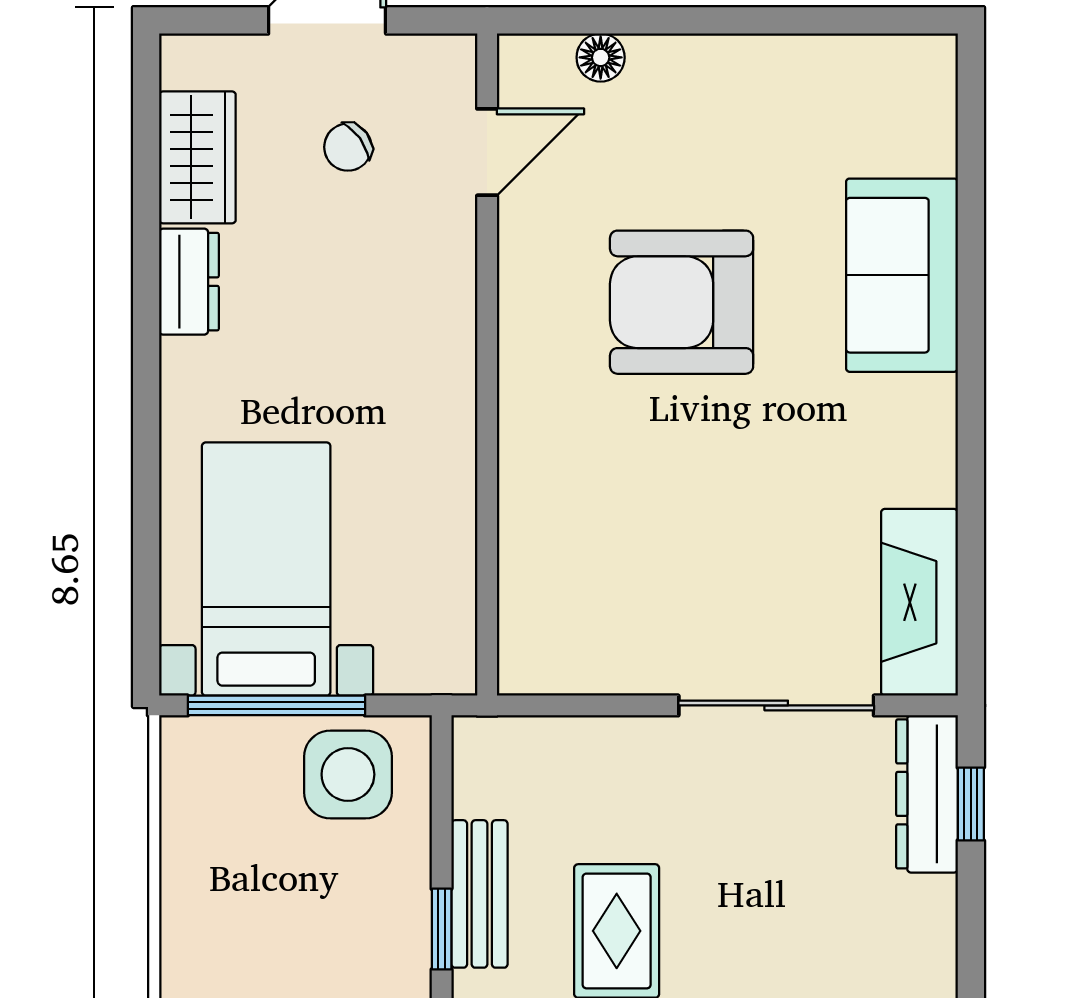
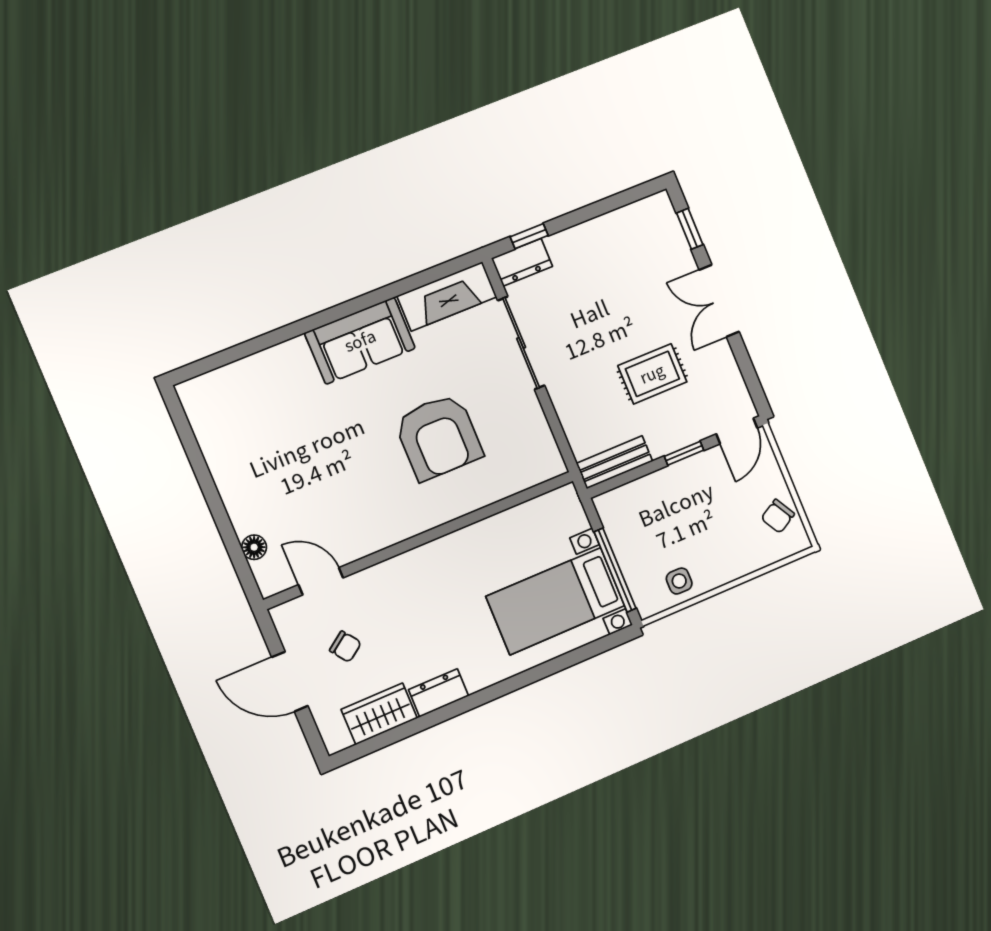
sofa: (902, 275) -> (360, 341), moved
armchair: (682, 302) -> (438, 437), moved
side table: (348, 774) -> (679, 581), moved, width x0.54, depth x0.54
dresser: (927, 794) -> (522, 262), width x0.70
bench: (479, 894) -> (615, 462), moved

